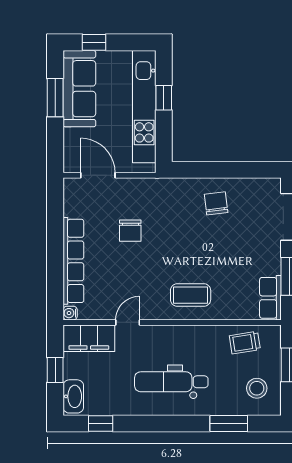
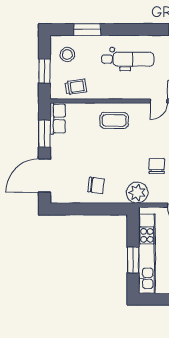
window: (164, 98) -> (133, 260), width x1.50
plant: (158, 193) -> (137, 193), added
chair: (216, 203) -> (96, 185), turned -76

